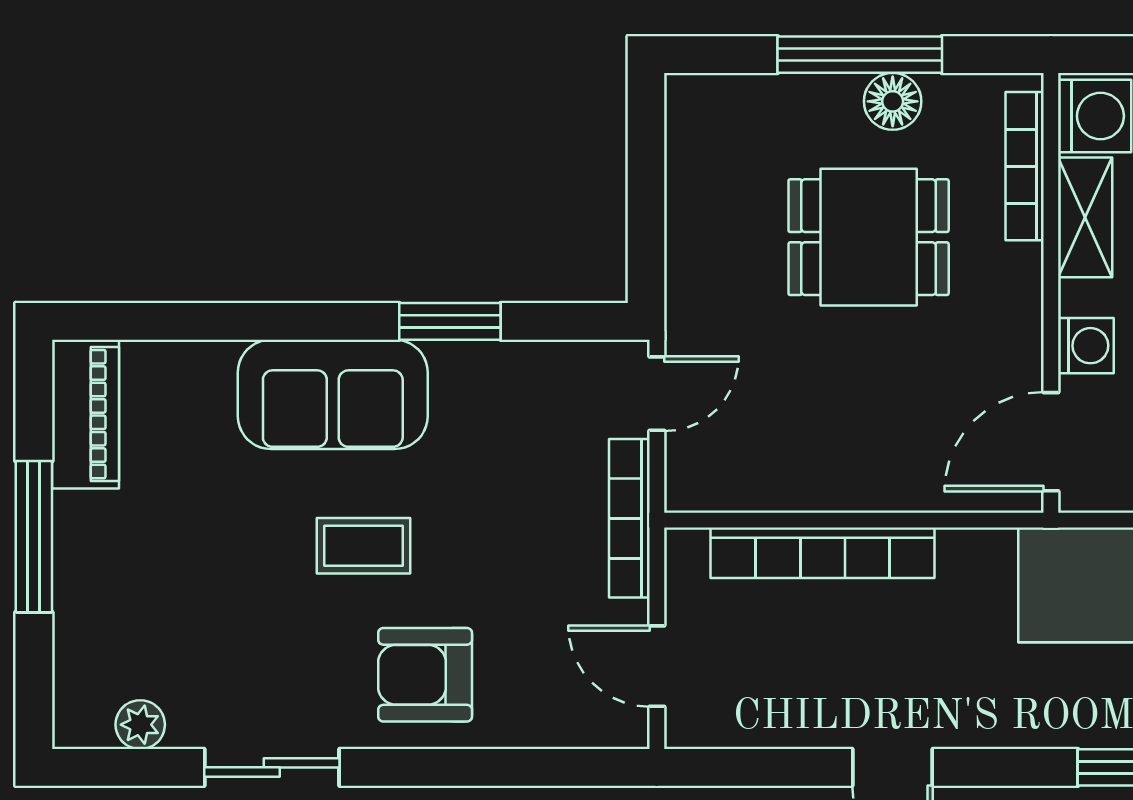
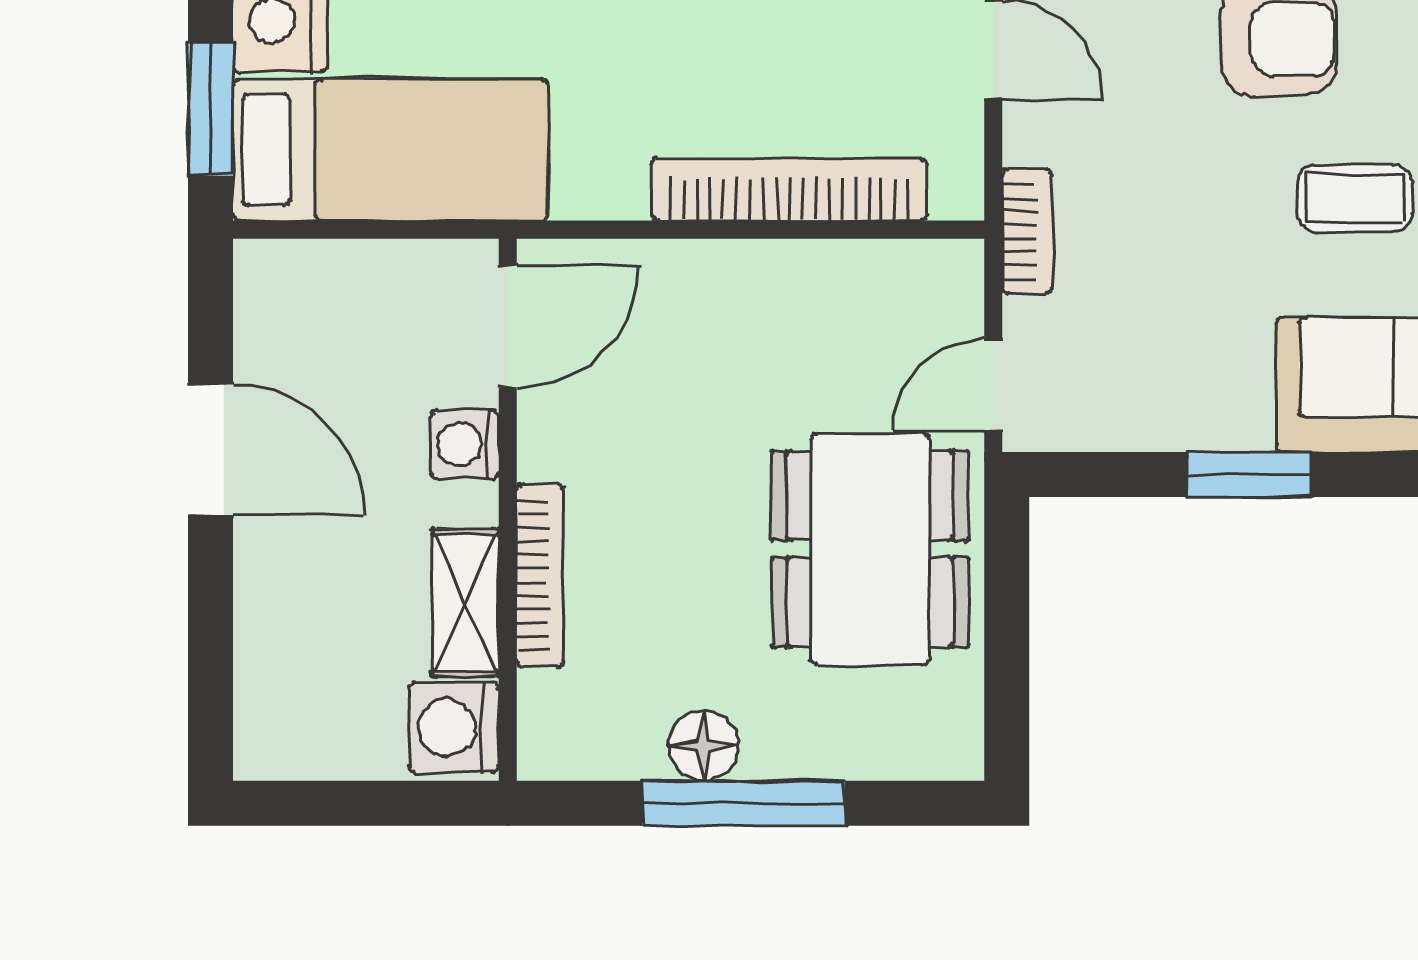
bookcase: (1025, 166) -> (540, 575), moved
dining table: (869, 237) -> (870, 549), moved, width x1.38
bookcase: (629, 518) -> (1027, 232), width x0.64

